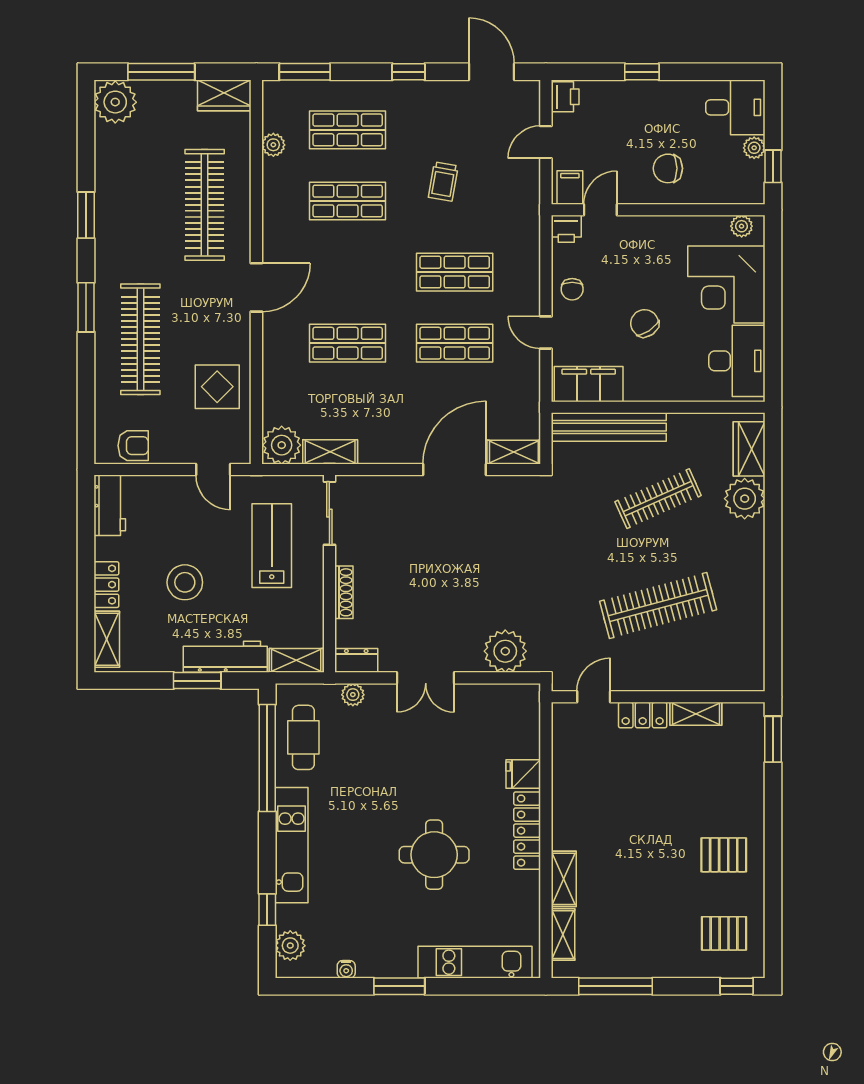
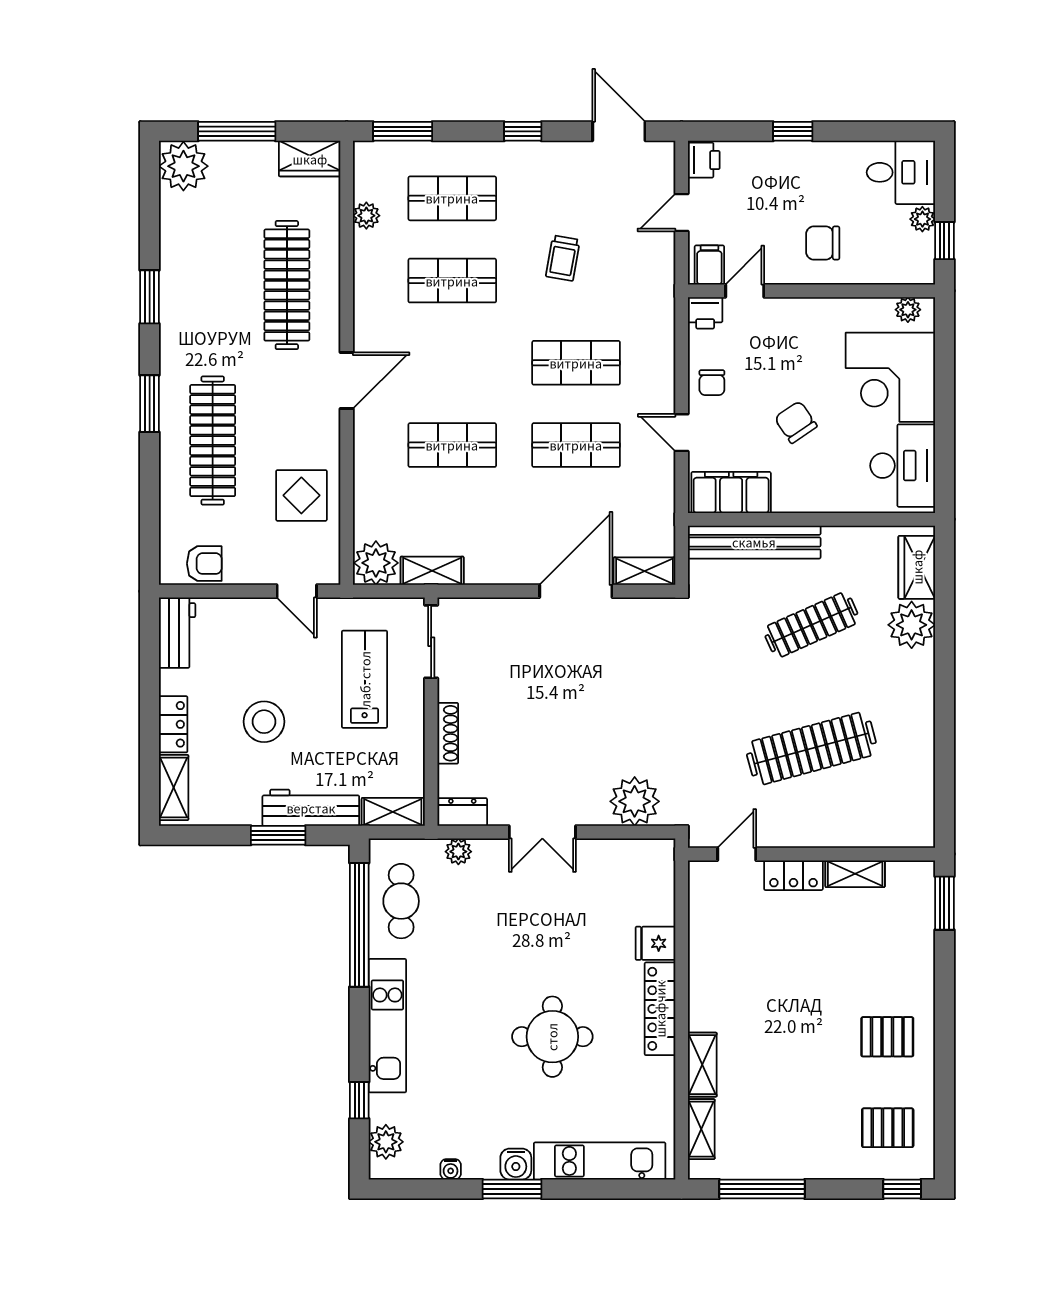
water cooler: (403, 965) -> (516, 1164), added

